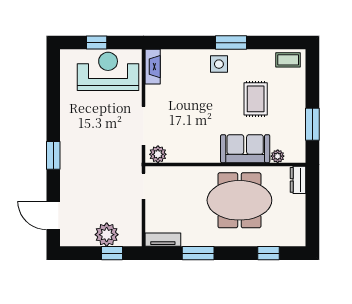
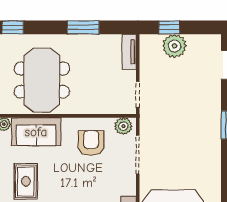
armchair: (190, 137) -> (91, 143), added
meeting table: (239, 200) -> (42, 80), turned 90
tv unit: (163, 240) -> (129, 52), moved, turned 90

